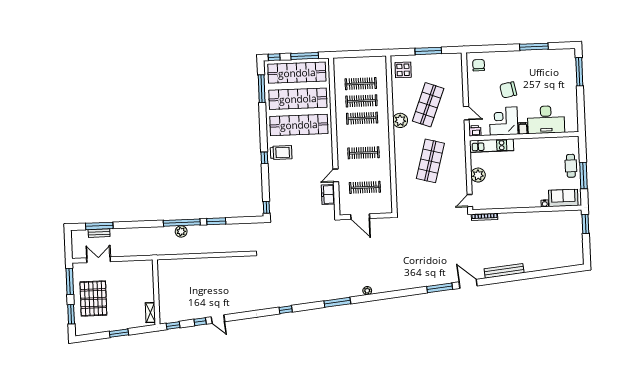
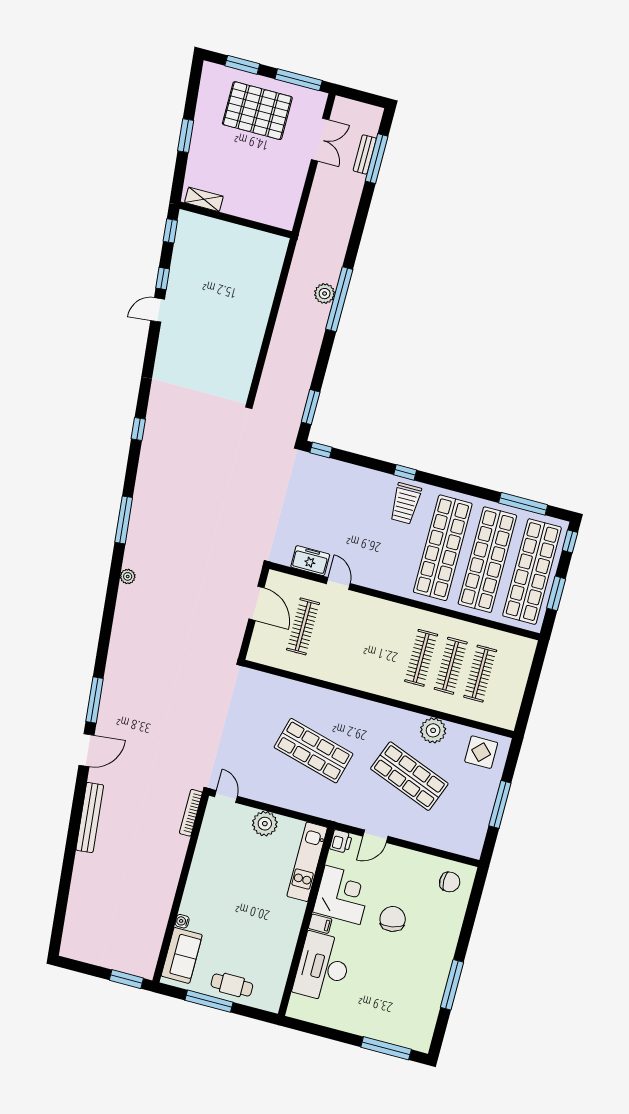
window: (305, 56) -> (556, 593), width x0.69
plant: (400, 120) -> (433, 730), moved
clothes rail: (363, 153) -> (362, 642), removed
door: (360, 216) -> (256, 603), swing flipped
window: (216, 221) -> (311, 407), moved

